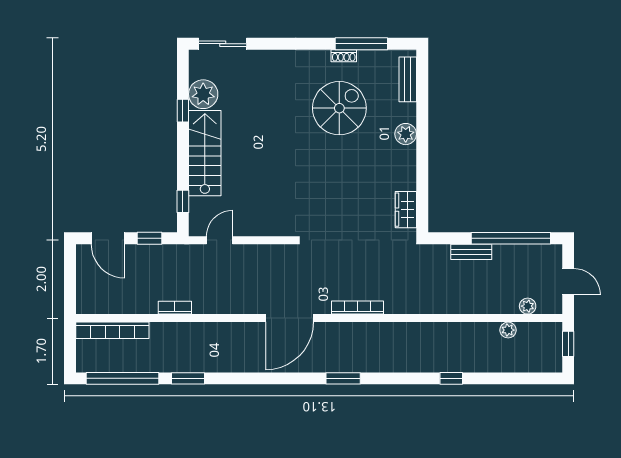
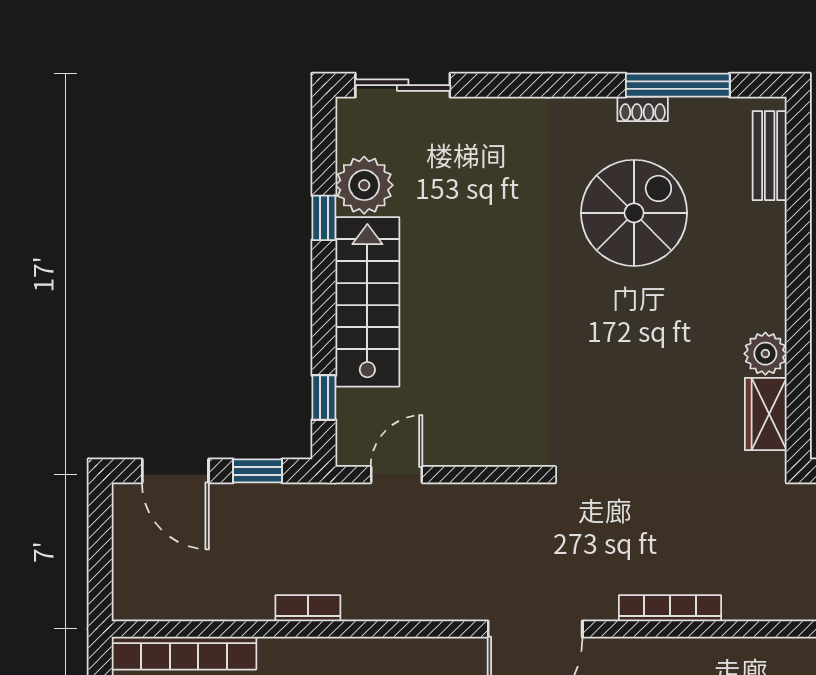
plant: (406, 134) -> (765, 354), moved

